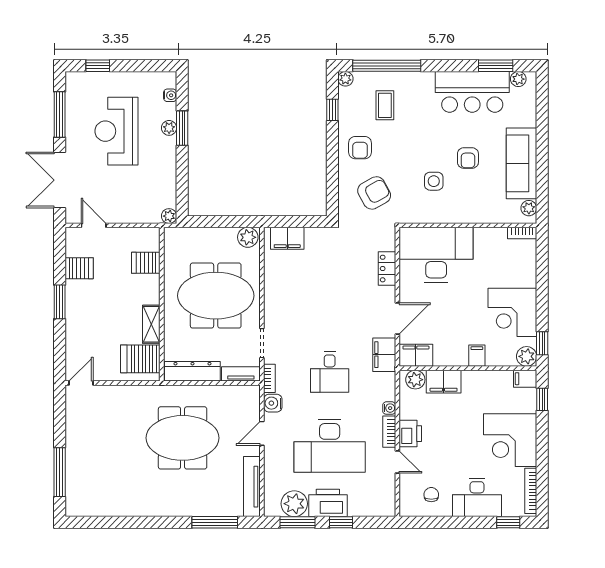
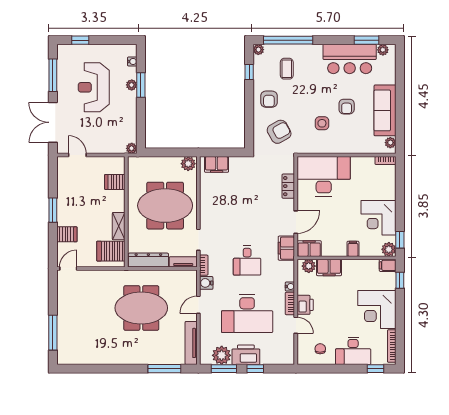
server rack: (79, 268) -> (67, 234), moved

